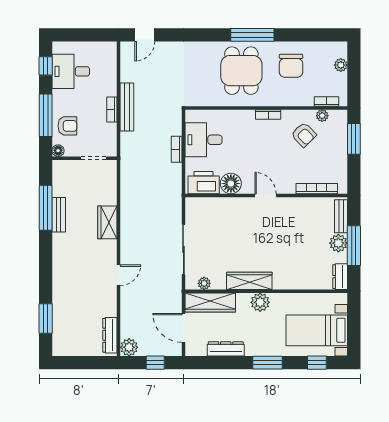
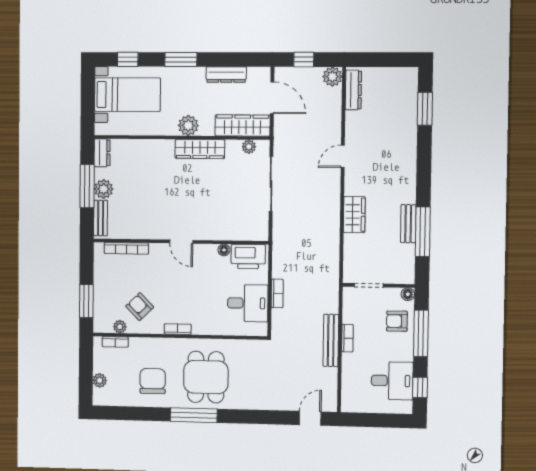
floor lamp: (231, 184) -> (224, 250), width x0.53, depth x0.53

